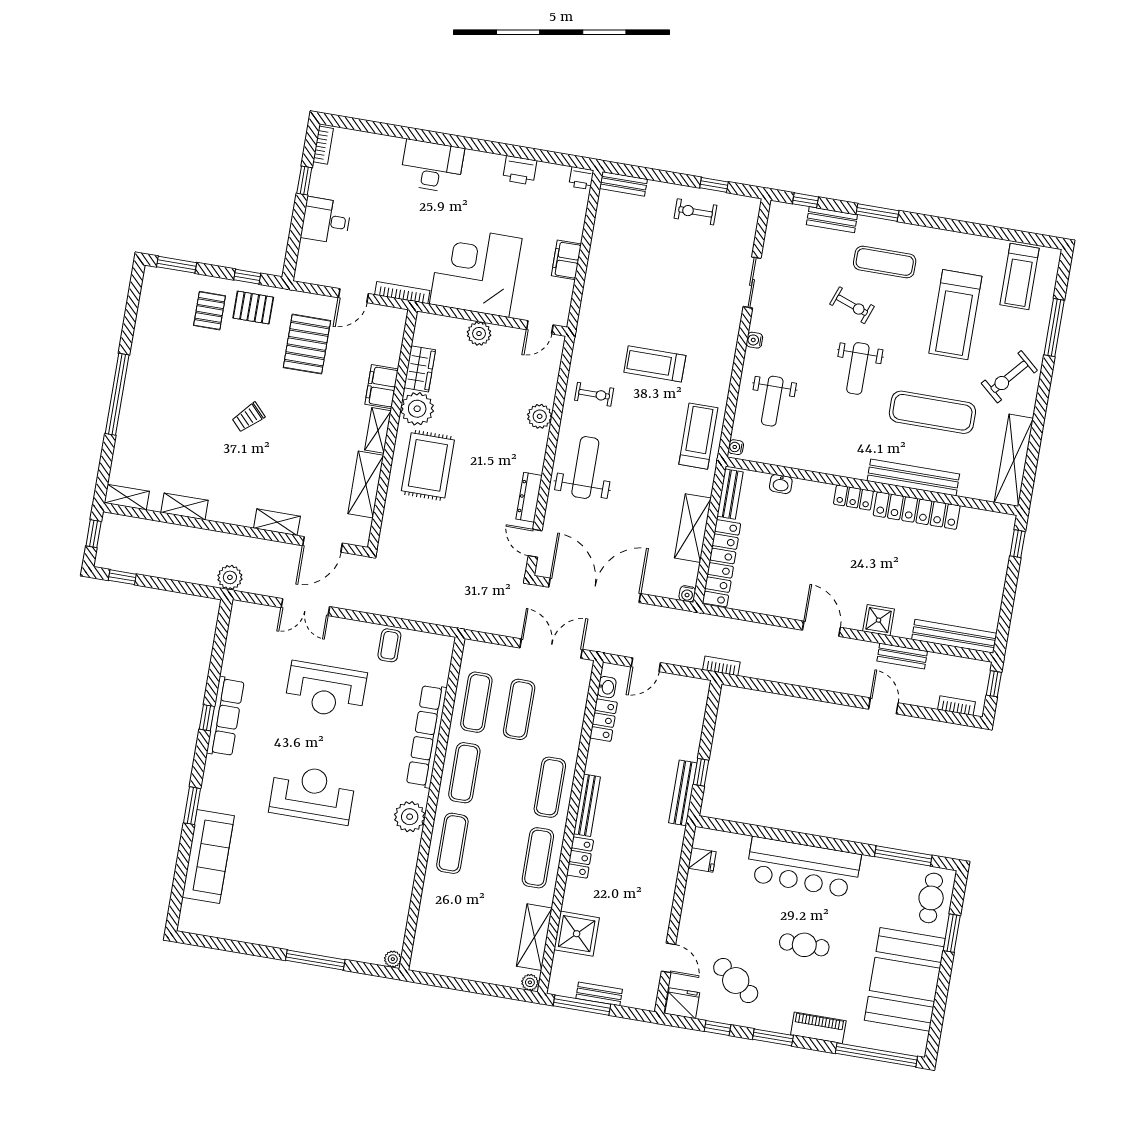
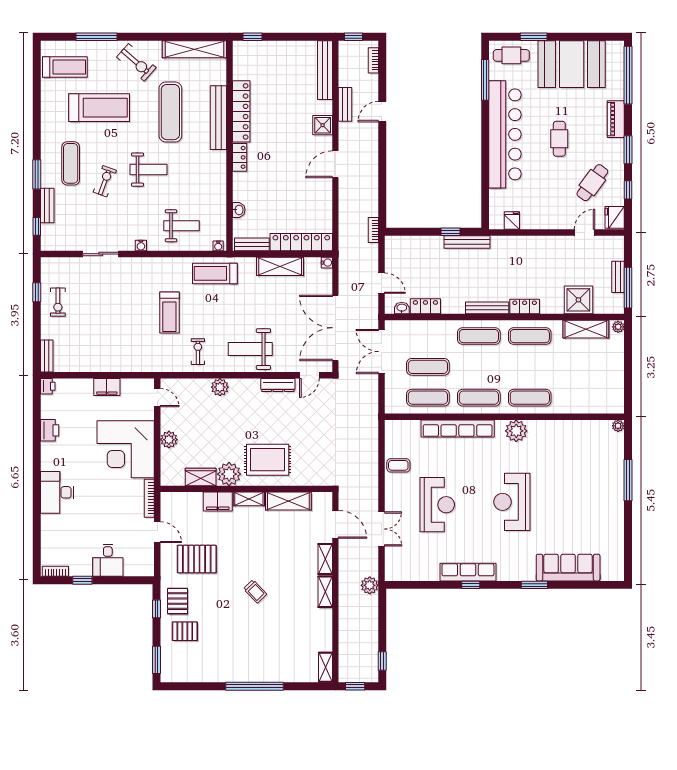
shelving: (185, 506) -> (325, 592), moved
bar counter: (803, 867) -> (505, 134), width x1.36

